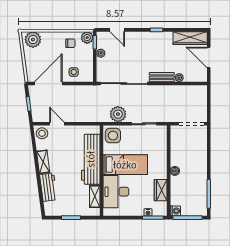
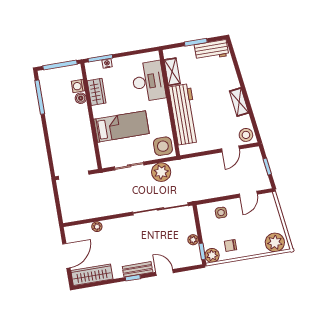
door: (117, 30) -> (165, 272), moved
door: (209, 57) -> (66, 256), hinge flipped
bench: (162, 77) -> (138, 269), moved
door: (48, 84) -> (248, 194), width x0.53
door: (57, 124) -> (230, 149), hinge flipped
bed: (125, 165) -> (121, 126), moved, turned 180
boiler: (175, 171) -> (81, 98), moved
workbench: (48, 187) -> (211, 50), moved, turned -82
washing machine: (175, 211) -> (78, 86), moved

